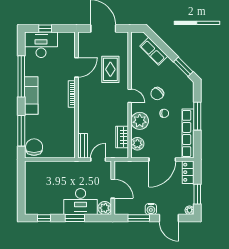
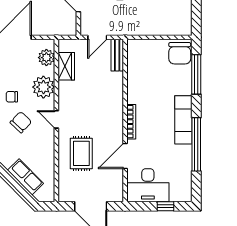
desk: (41, 45) -> (148, 185), moved

